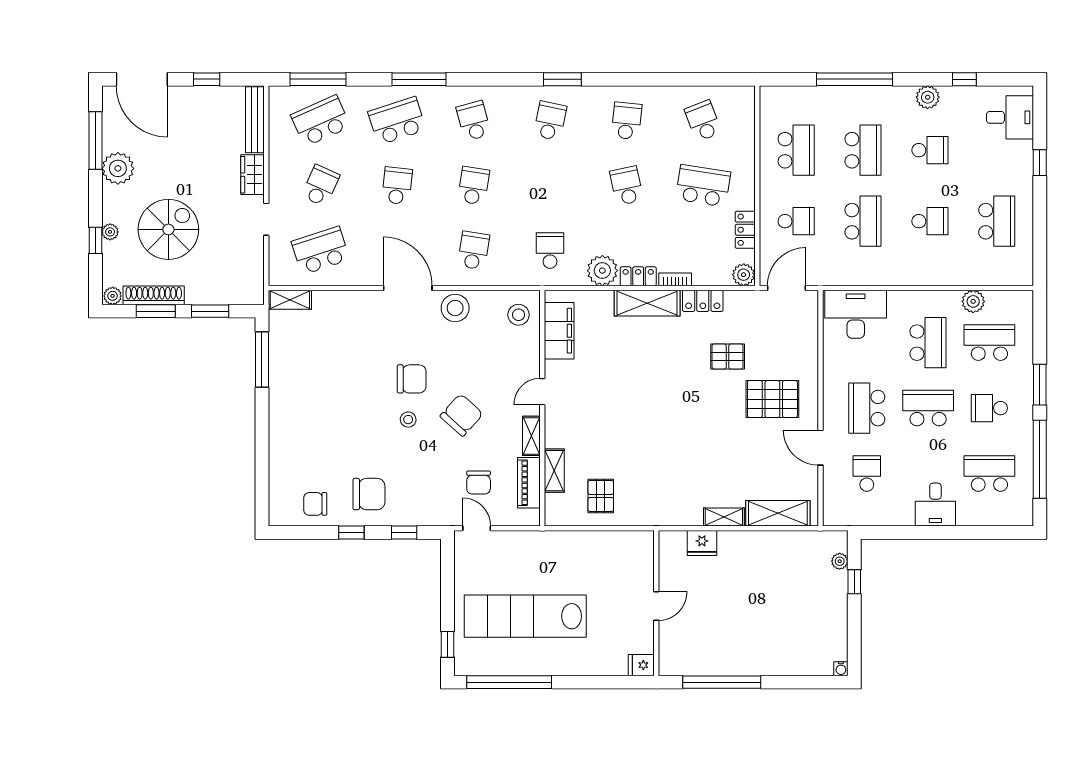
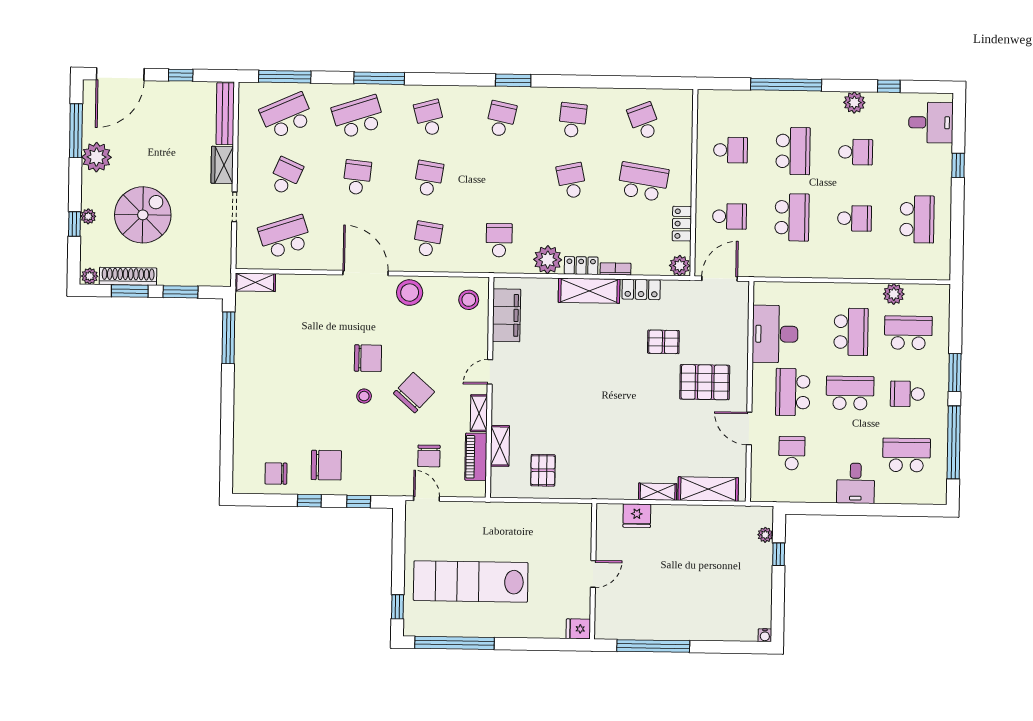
door: (142, 79) -> (120, 74), hinge flipped
school desk: (796, 150) -> (731, 150), width x0.54
desk: (856, 314) -> (775, 334), moved, turned -90

